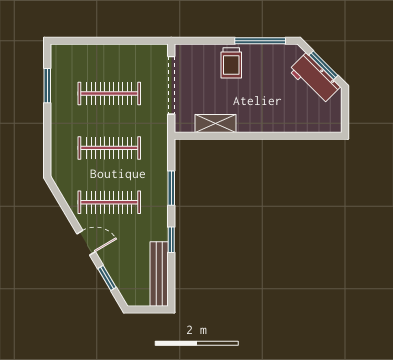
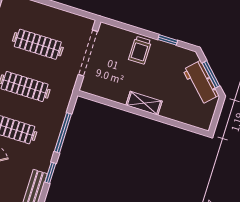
window: (260, 41) -> (168, 40), width x0.46
shelving: (216, 124) -> (144, 103), moved
window: (171, 188) -> (63, 133), width x1.44

